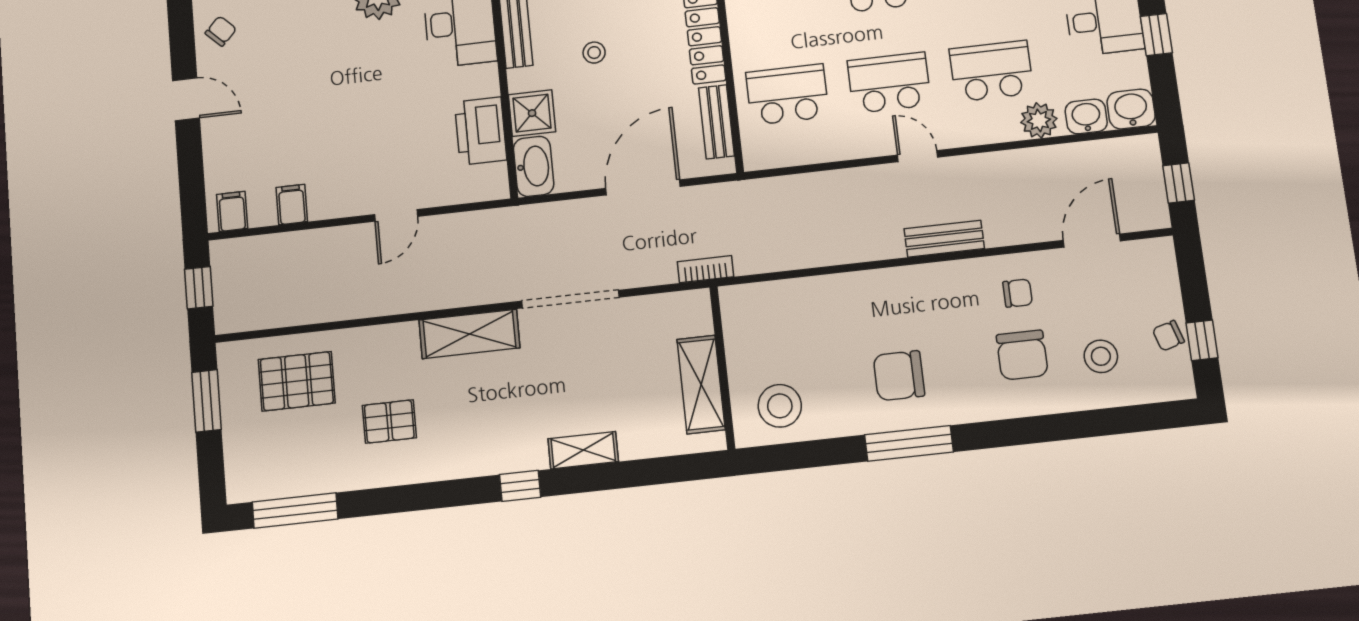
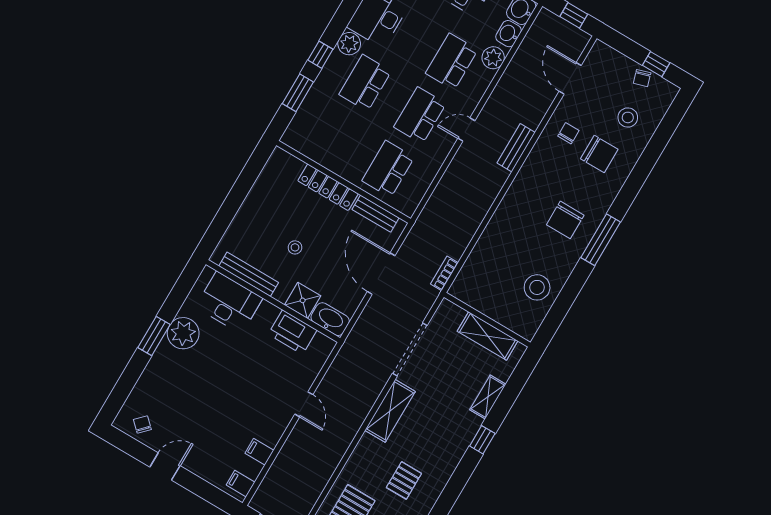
wall: (722, 368) -> (487, 320), moved
shelving: (701, 384) -> (488, 336), moved

